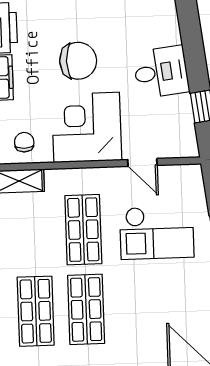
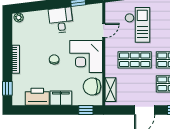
chair: (78, 61) -> (54, 59), width x0.54, depth x0.54
chair: (24, 142) -> (92, 87), width x1.87, depth x1.87

